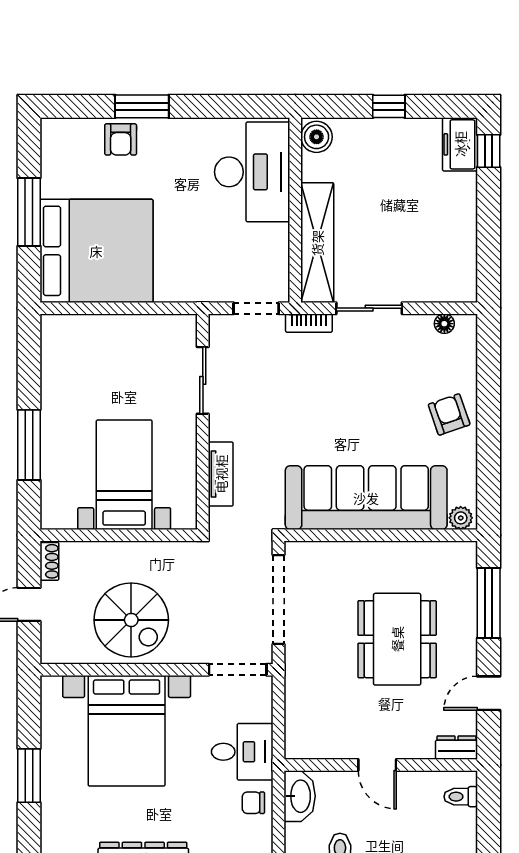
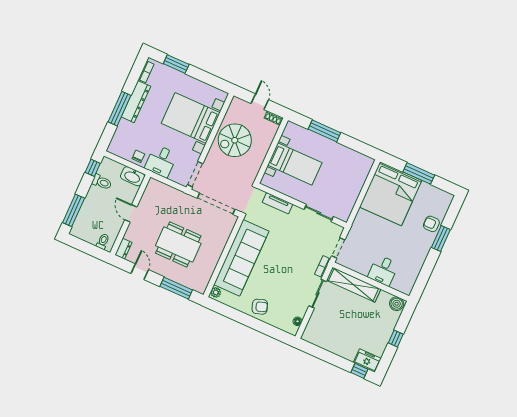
desk: (252, 172) -> (383, 270), width x0.53, depth x0.77
door: (377, 765) -> (131, 213), hinge flipped
window: (29, 776) -> (176, 64), moved

